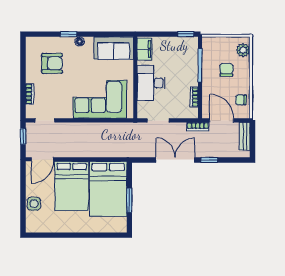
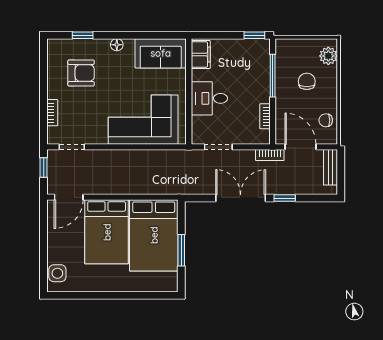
window: (69, 34) -> (83, 35), moved
desk: (151, 83) -> (209, 98), width x0.73
side table: (34, 204) -> (57, 273), moved

